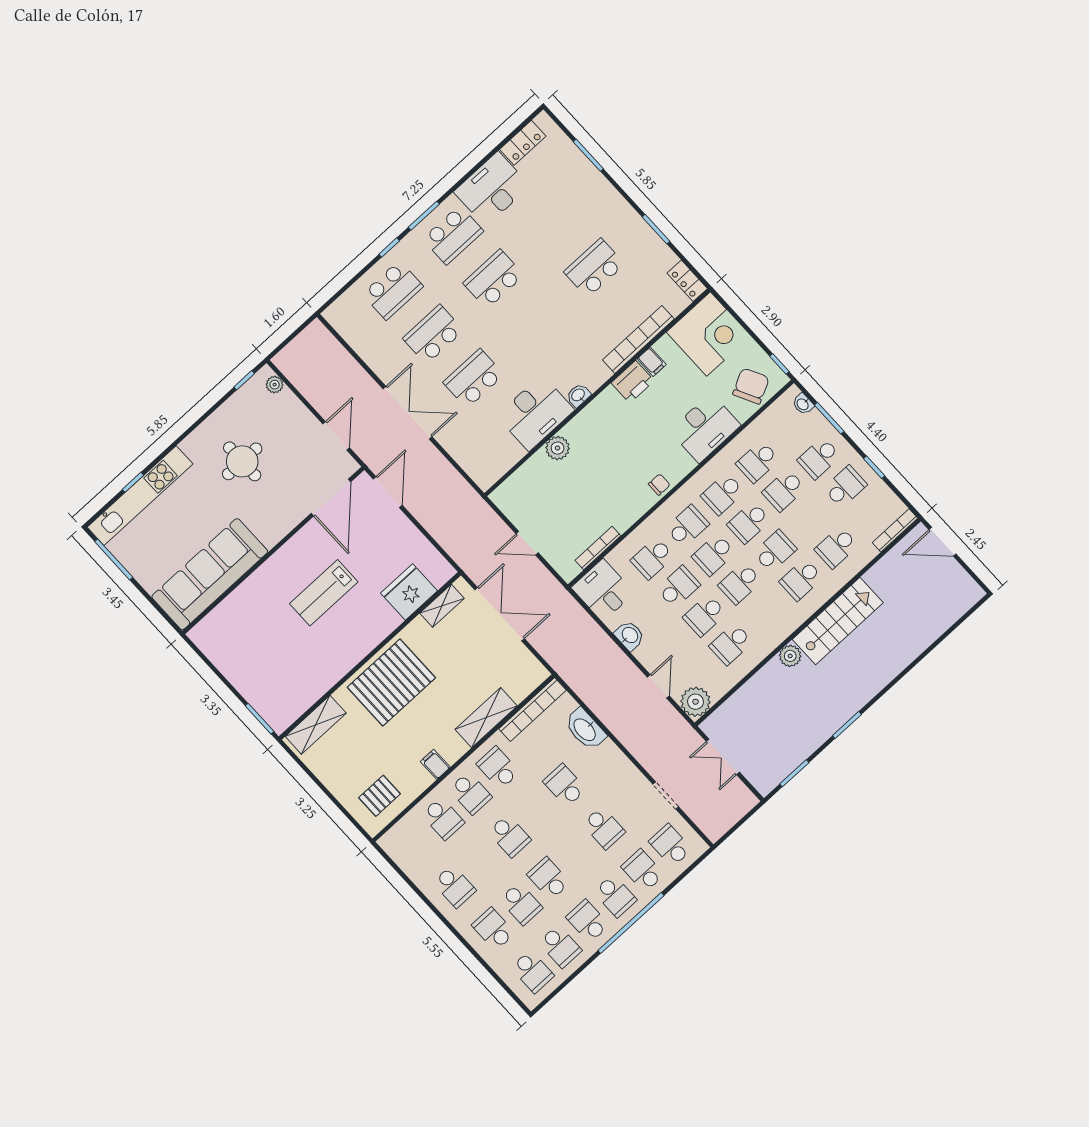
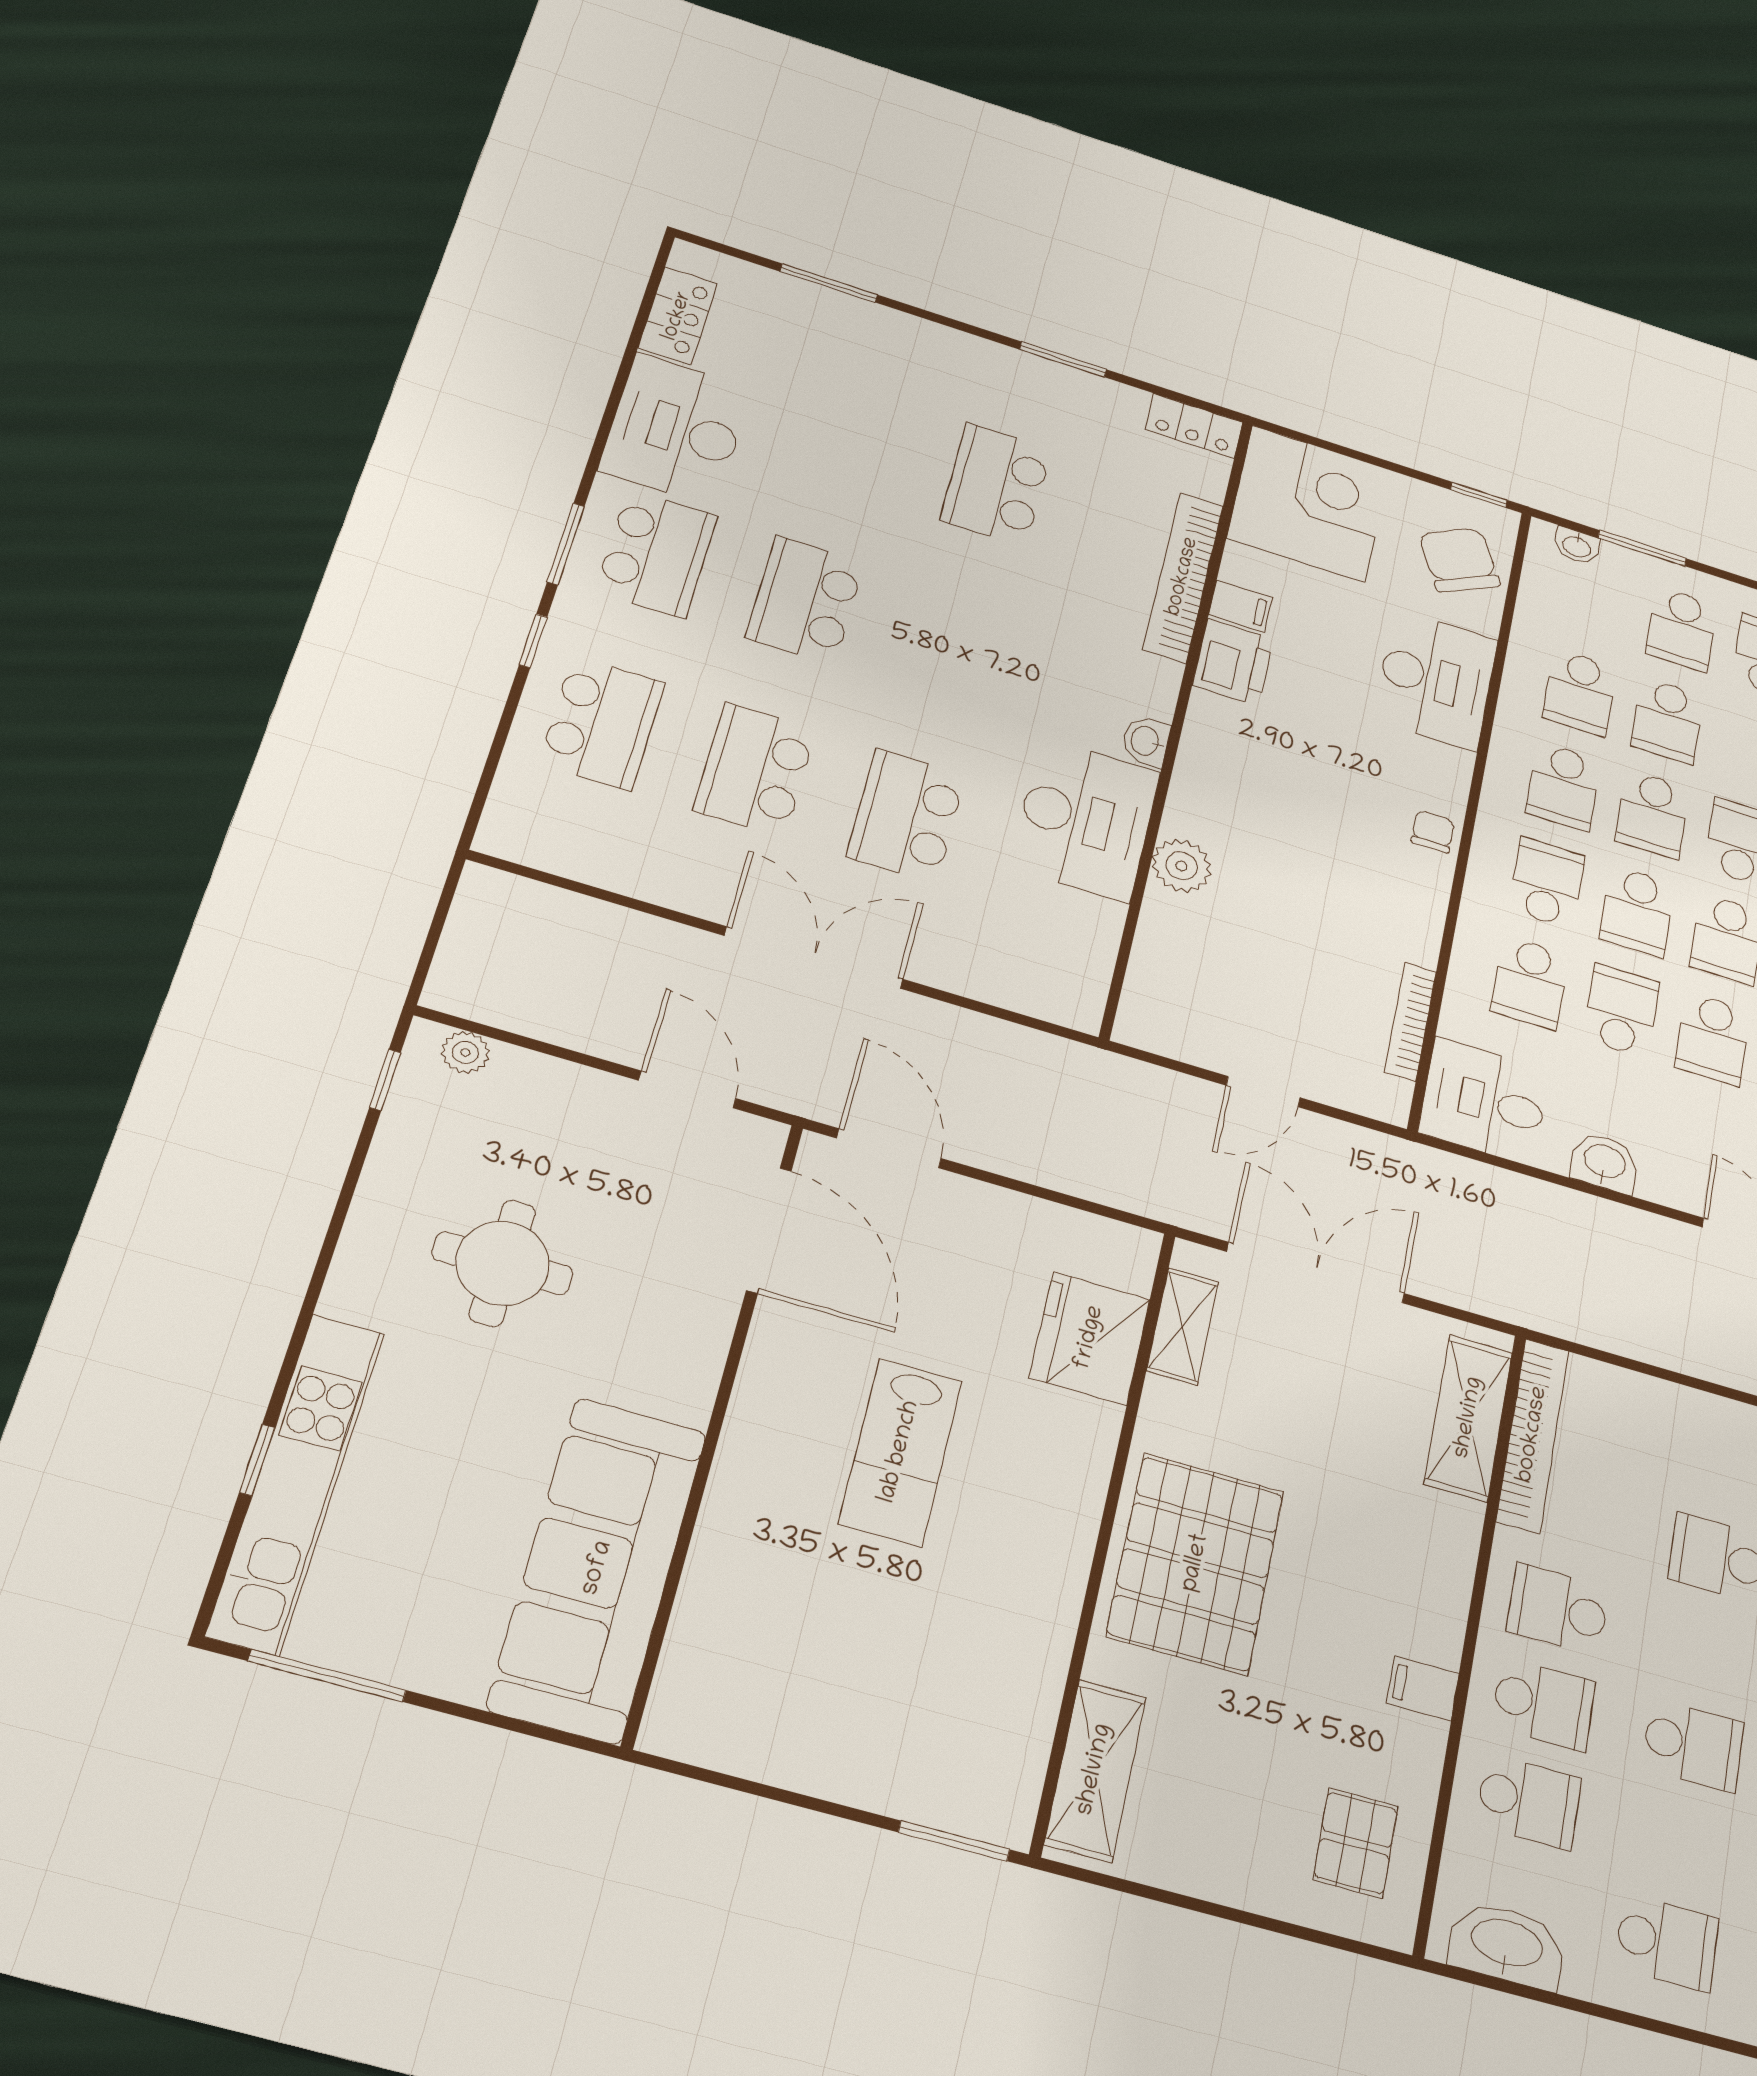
shelving: (486, 718) -> (1469, 1418), moved
washbasin: (585, 729) -> (1507, 1945), moved, turned 180

